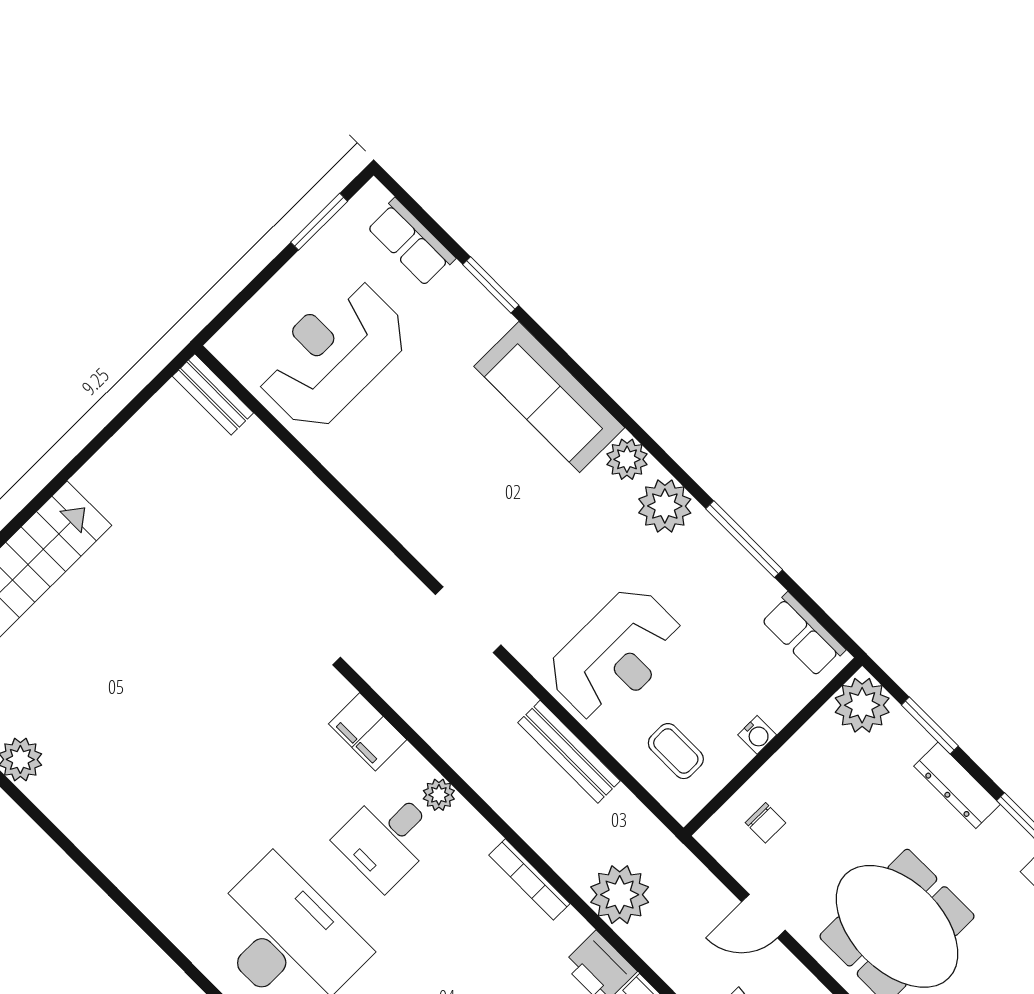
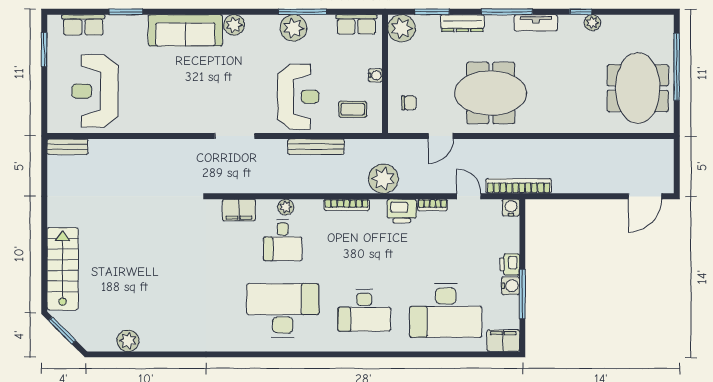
plant: (665, 506) -> (293, 28), moved

